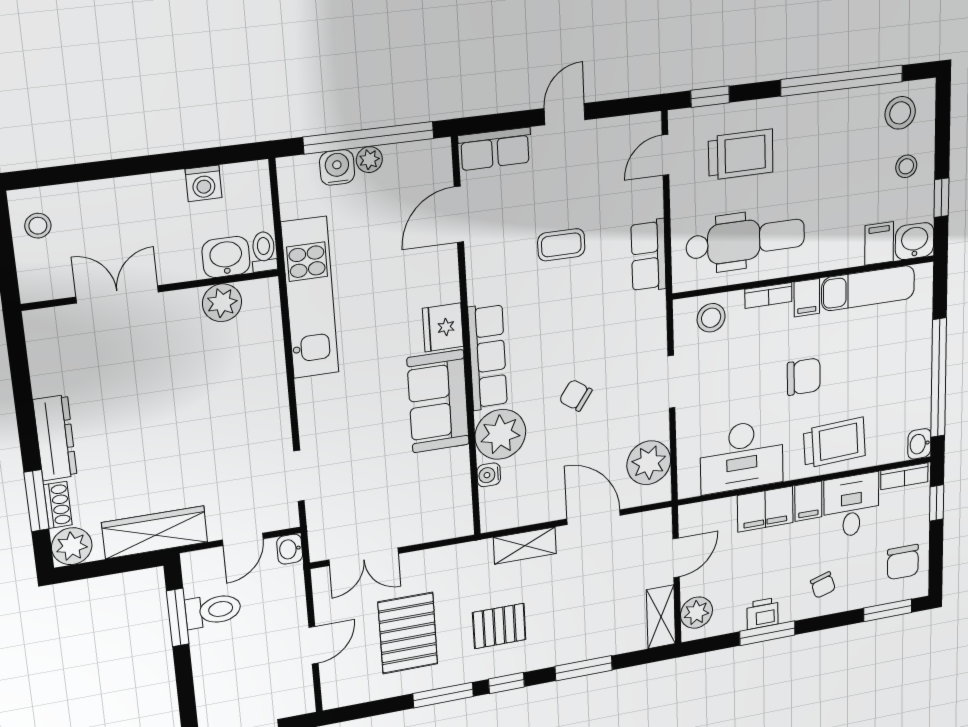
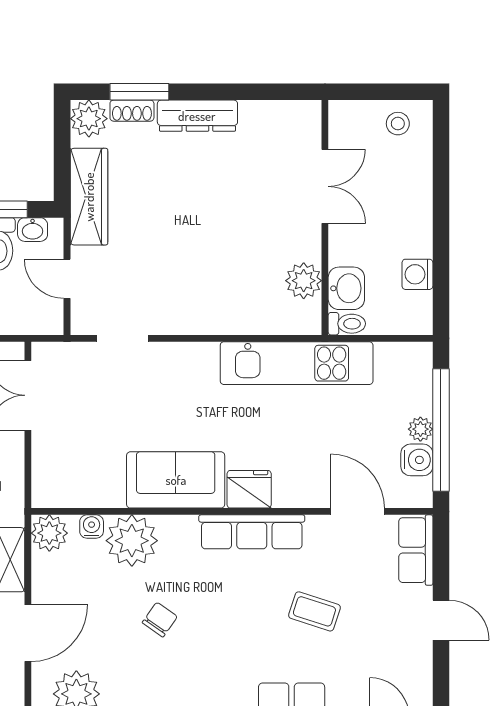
water cooler: (337, 168) -> (417, 460), moved
coffee table: (561, 245) -> (314, 611), turned -72
row of seats: (488, 357) -> (252, 532), moved
plant: (497, 513) -> (49, 533), added
washbasin: (290, 549) -> (33, 230), moved, turned 180

